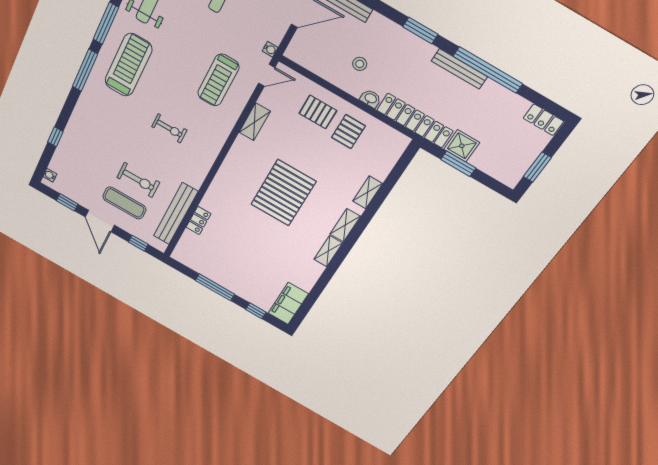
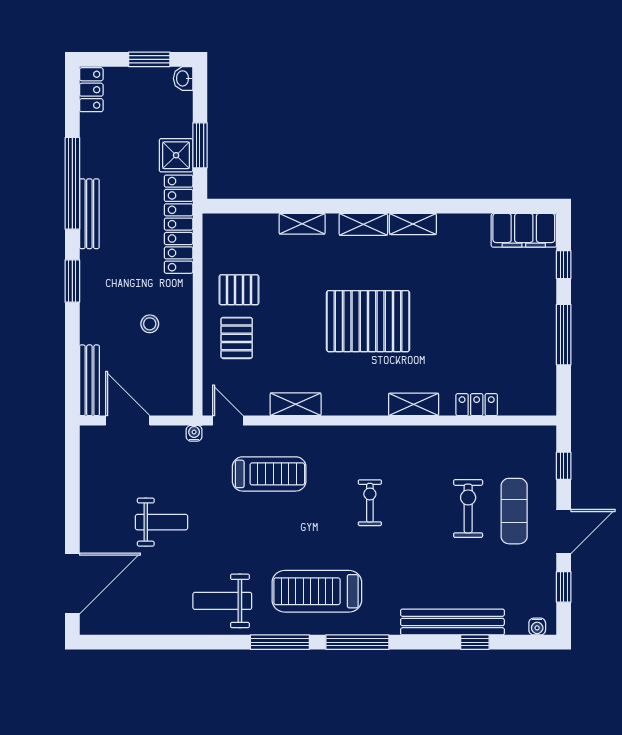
washbasin: (371, 99) -> (183, 78), moved
shelving: (217, 188) -> (414, 404), added
bench: (176, 214) -> (452, 622), moved

